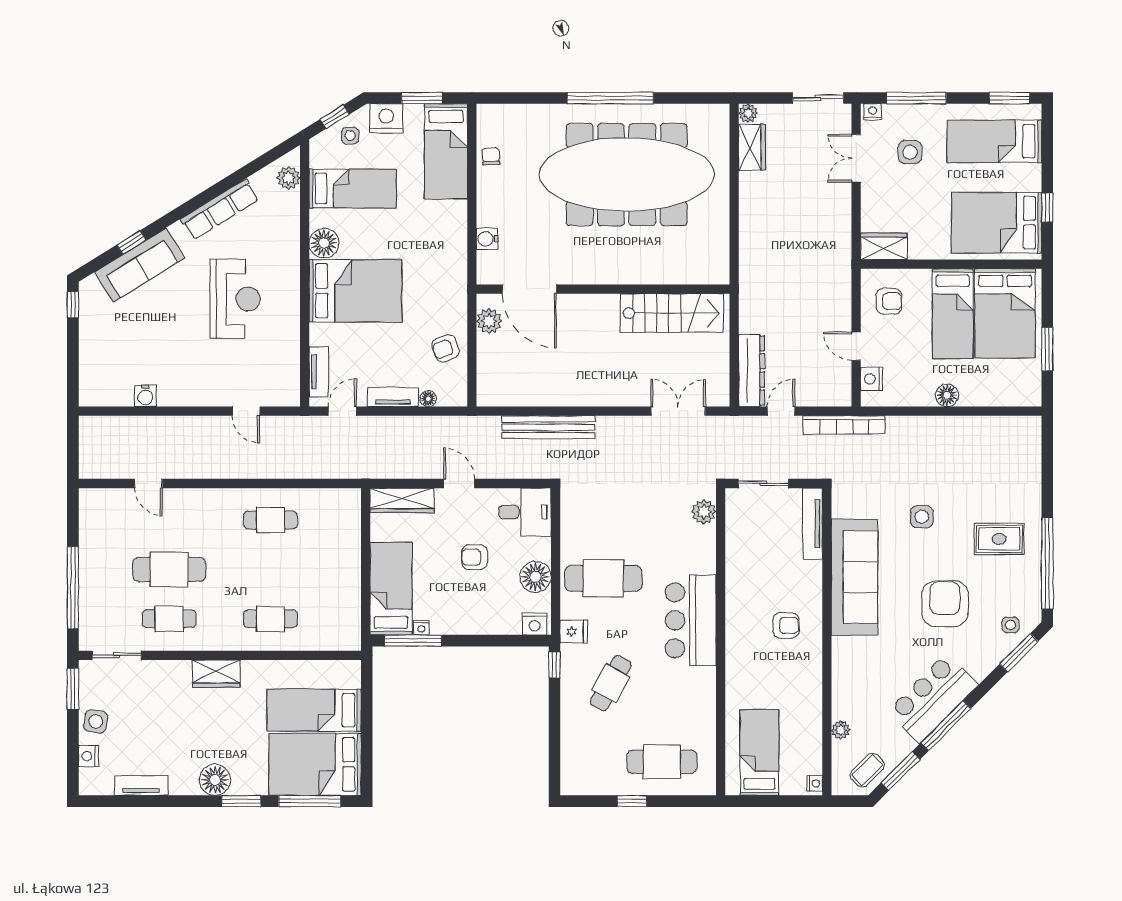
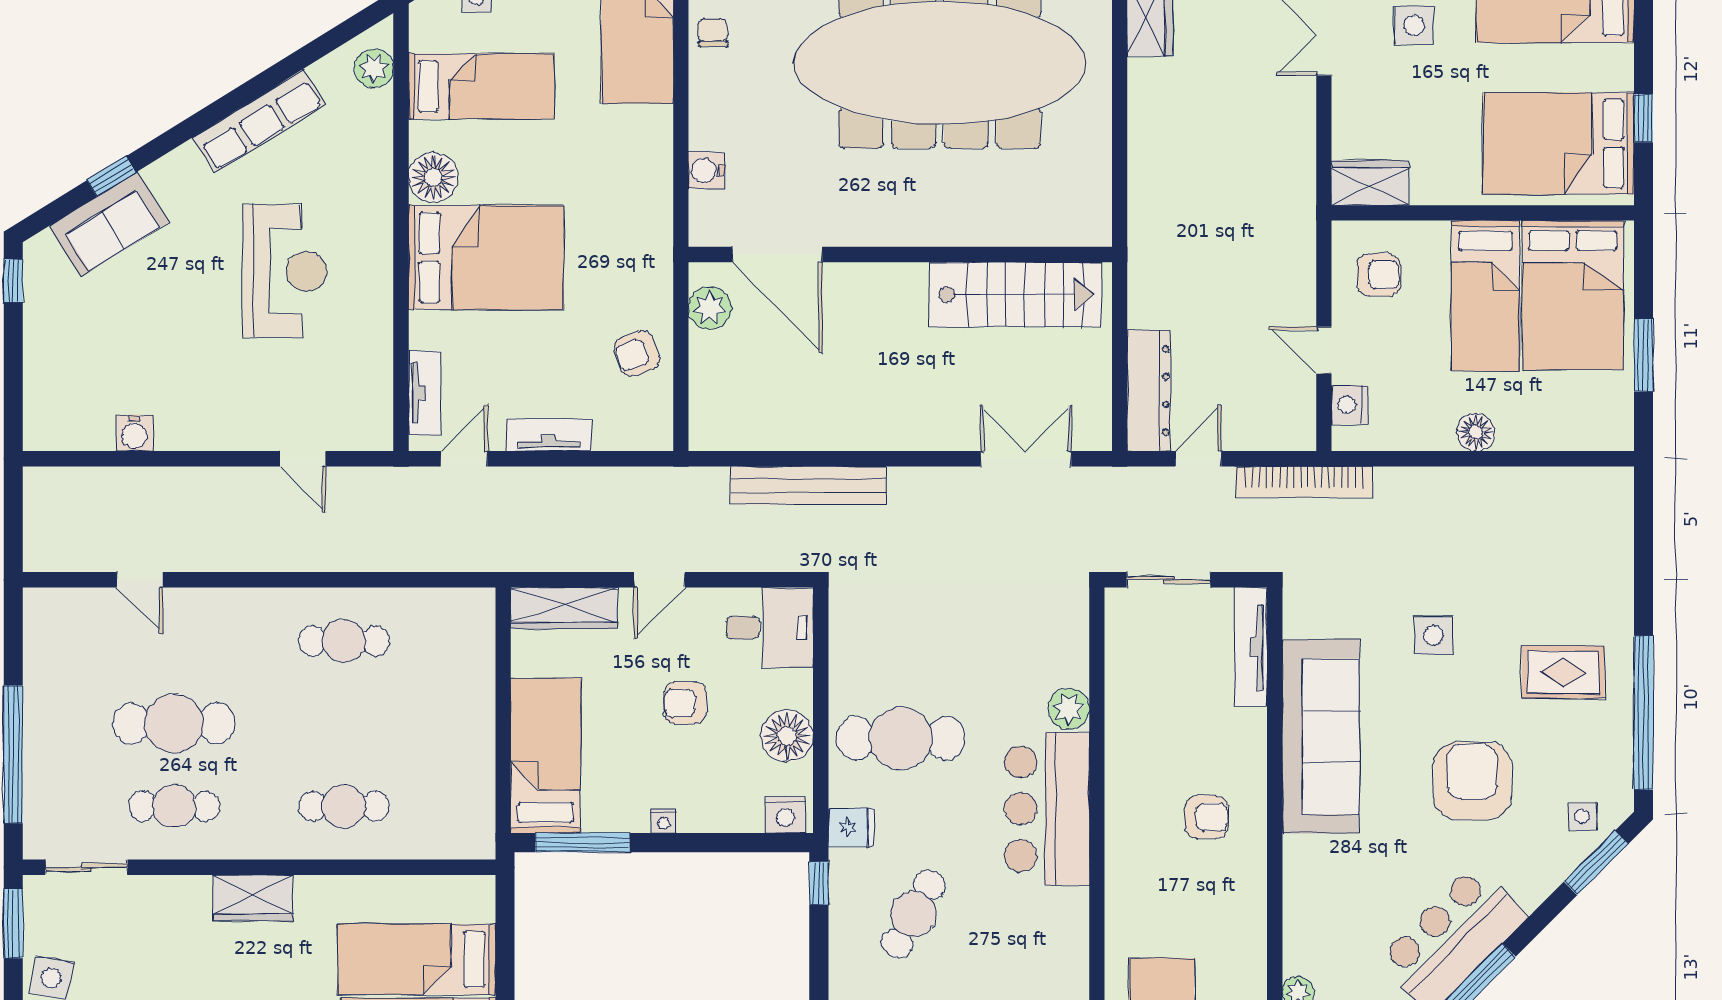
sofa: (140, 265) -> (109, 224), width x0.73
floor lamp: (428, 399) -> (608, 438), removed
door: (459, 483) -> (659, 580), swing flipped
plant: (704, 512) -> (1069, 709), moved
nightstand: (421, 628) -> (664, 821), moved

